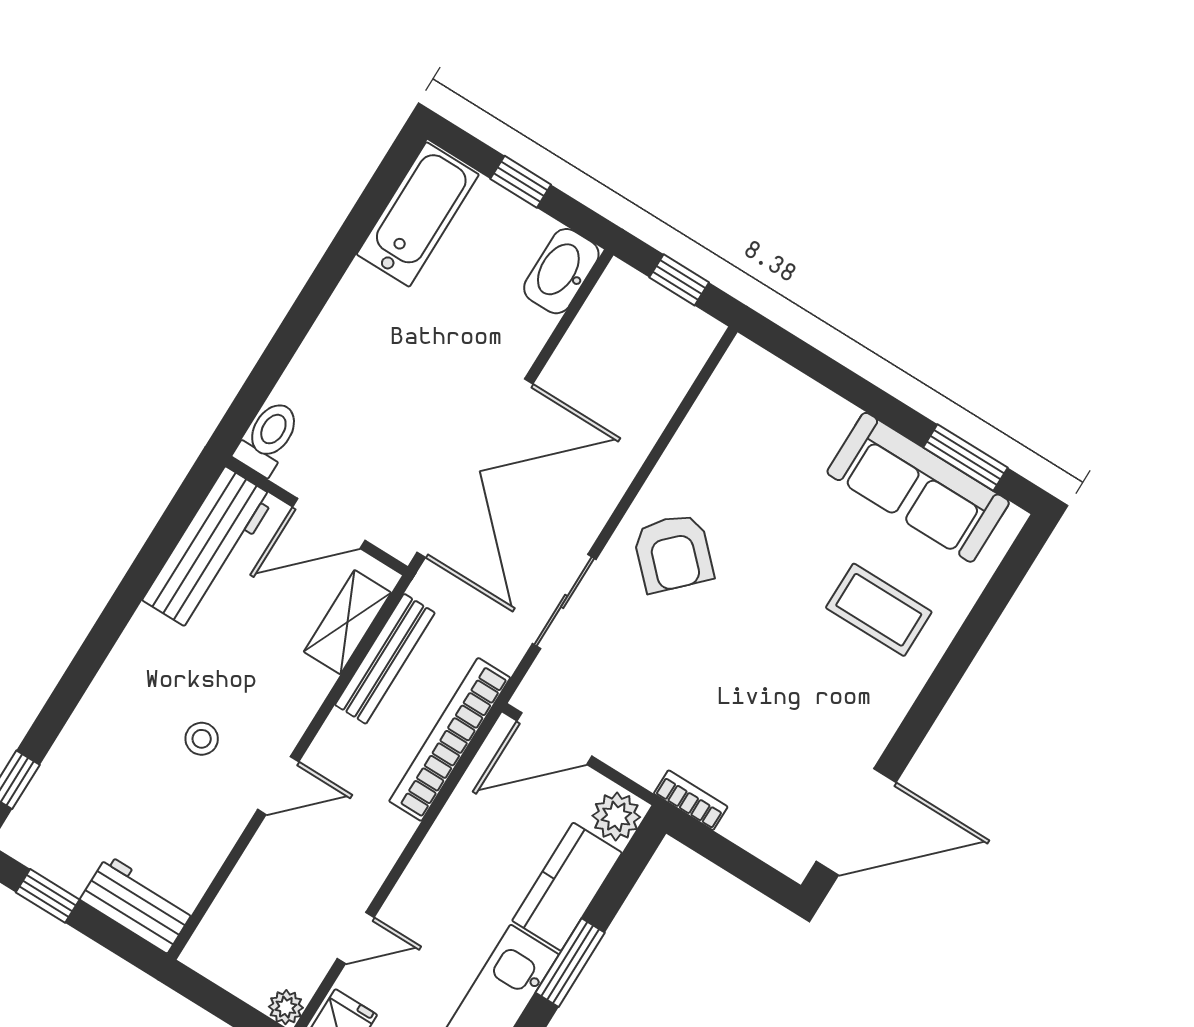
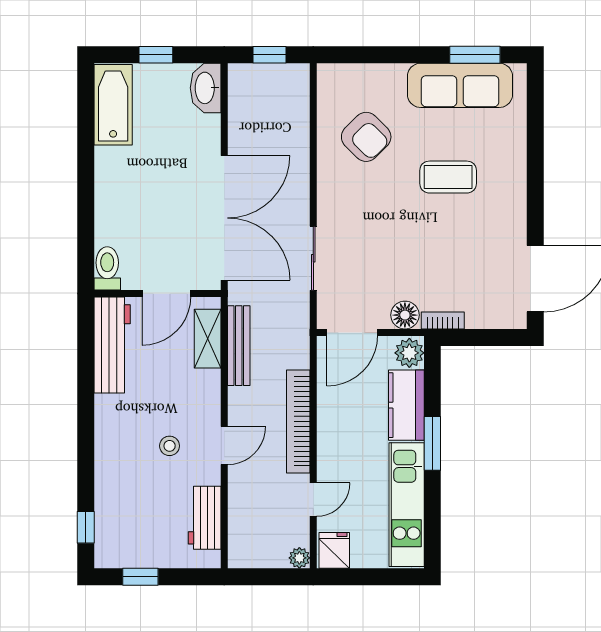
armchair: (673, 553) -> (366, 137), moved
coffee table: (879, 610) -> (448, 177), moved
bookcase: (450, 739) -> (298, 421), moved
floor lamp: (643, 760) -> (405, 315), added
workbench: (137, 904) -> (205, 518), moved, turned -90

